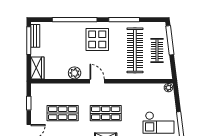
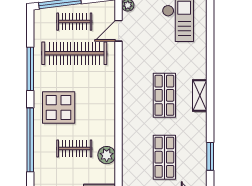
clothes rail: (69, 50) -> (74, 148), added
plant: (75, 73) -> (107, 155), moved
door: (97, 81) -> (119, 31), moved

